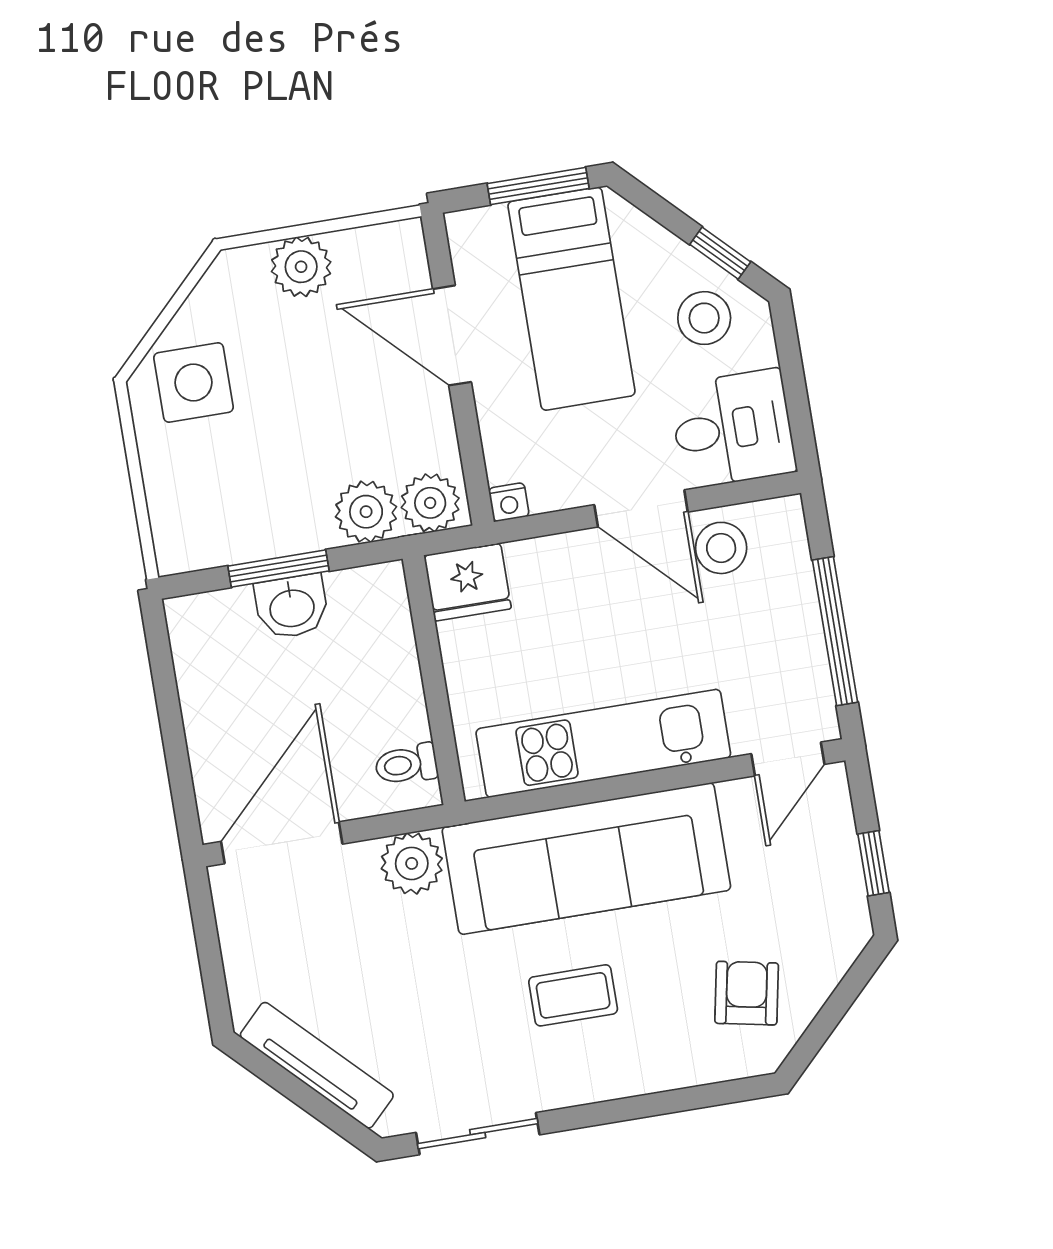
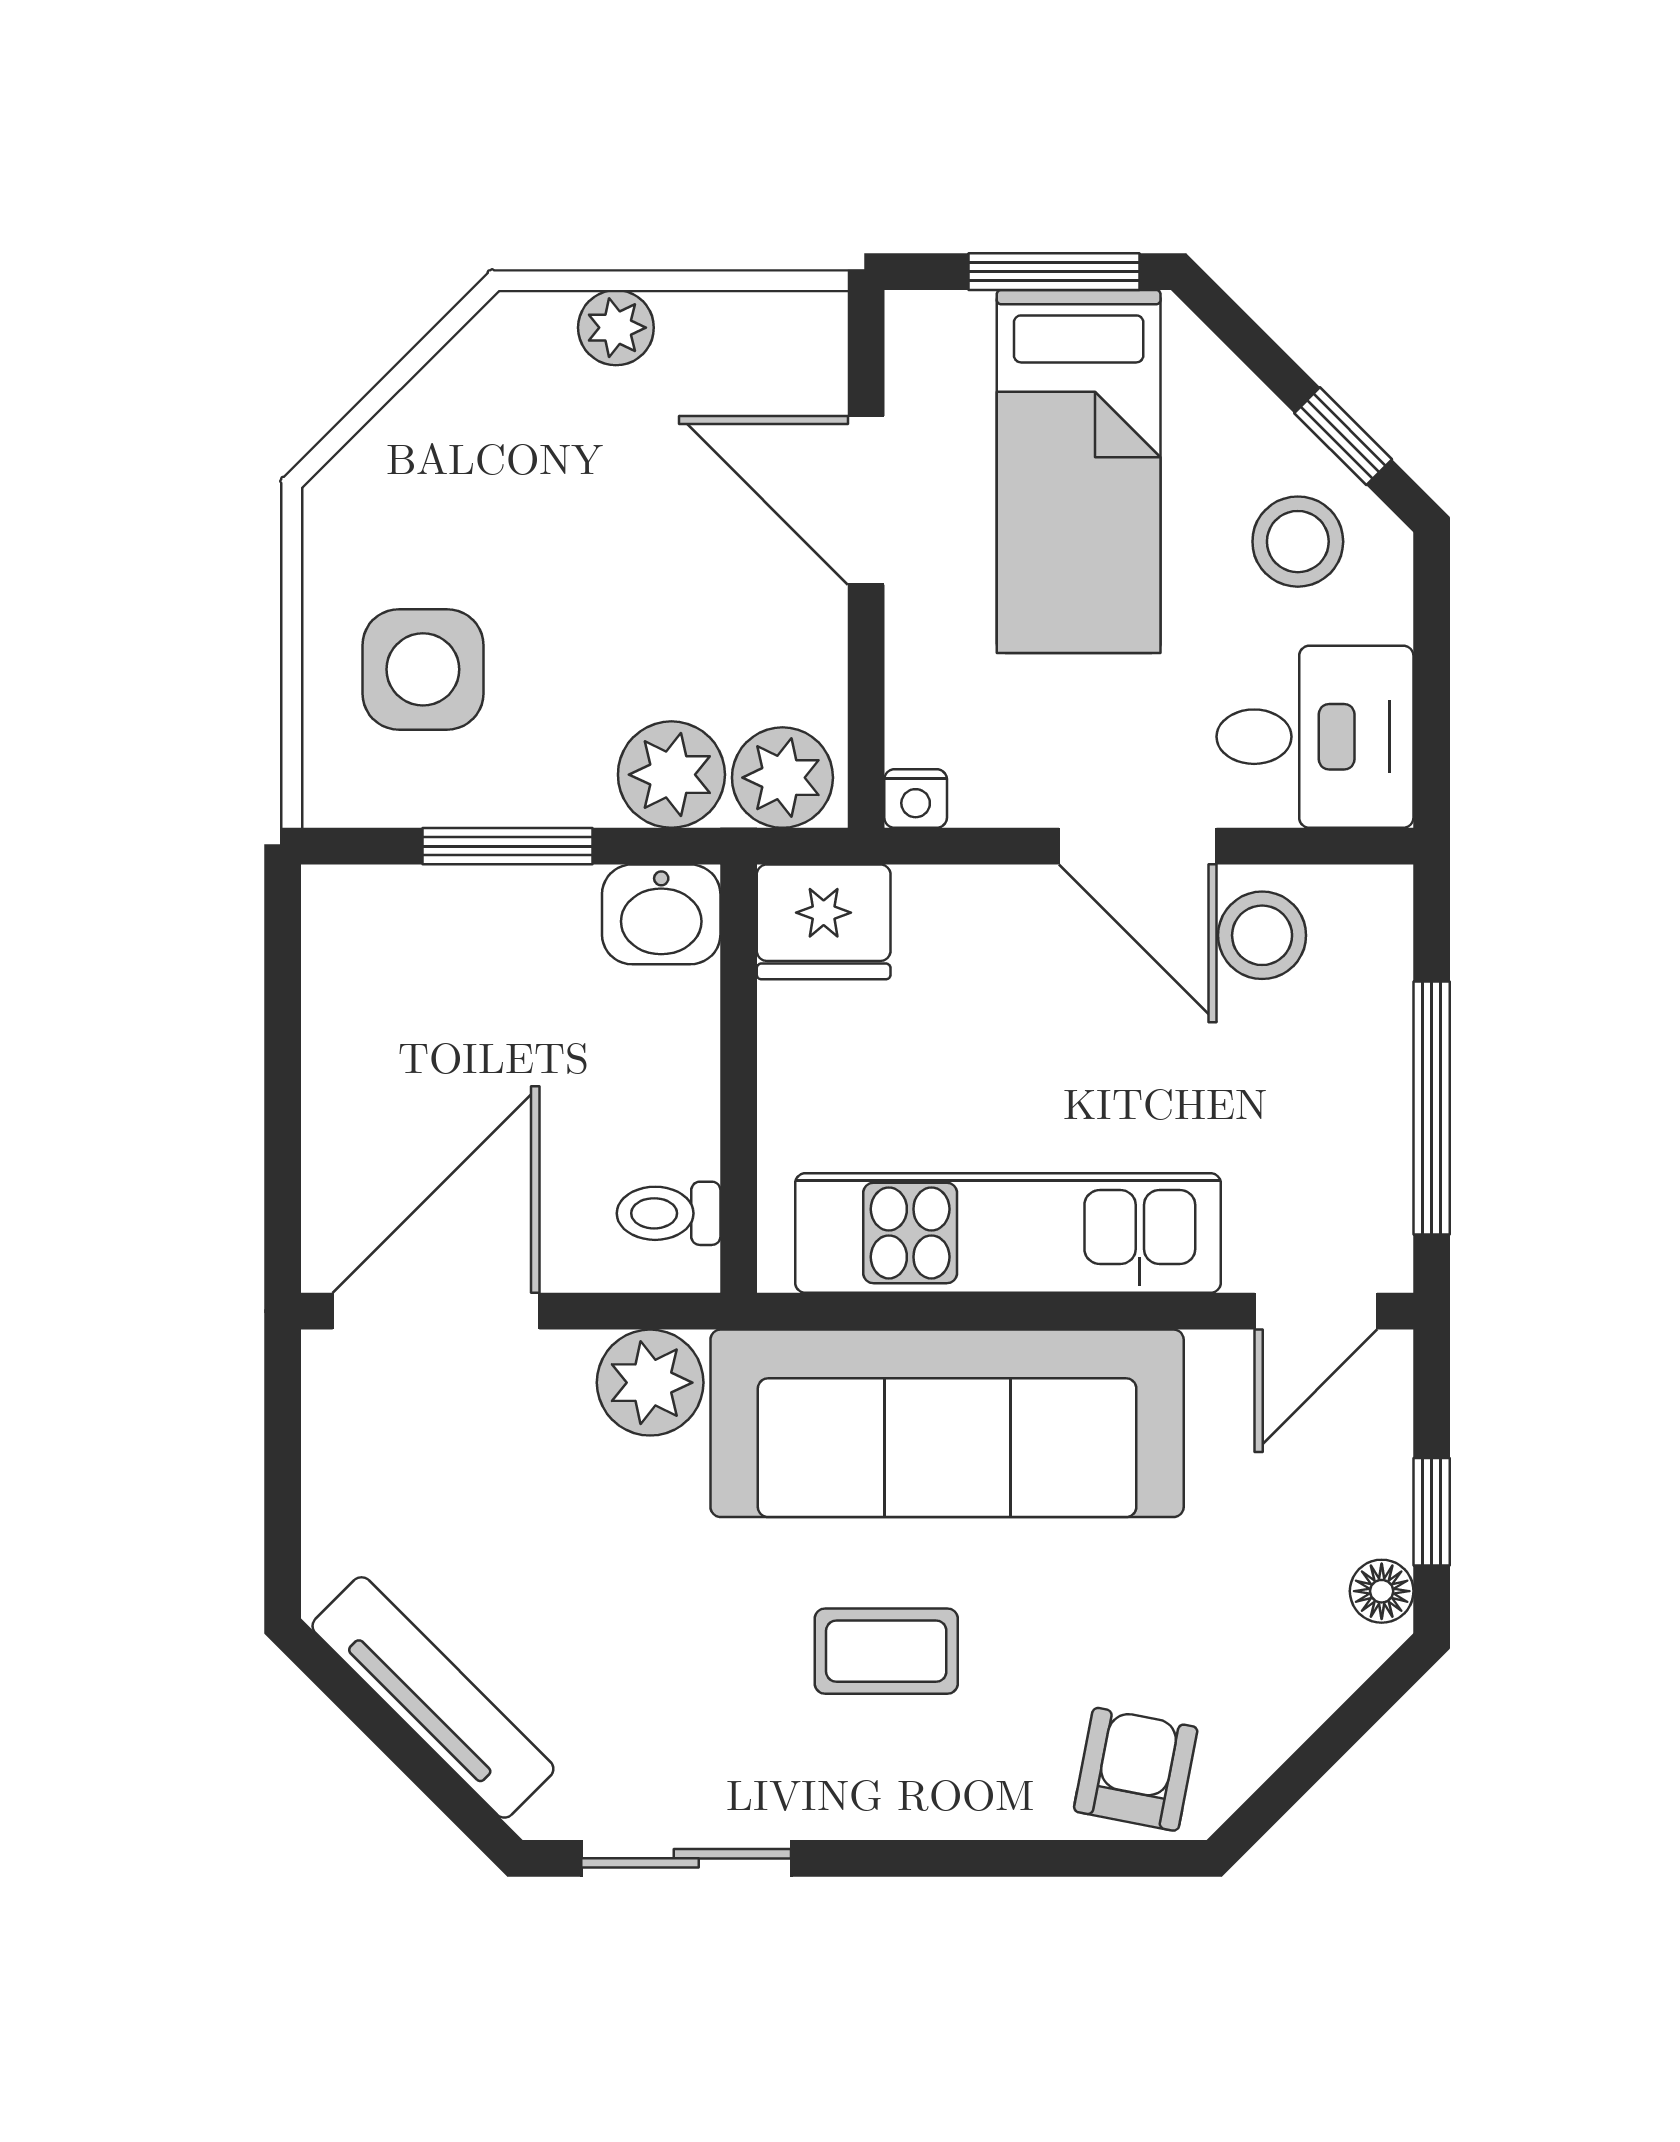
plant: (301, 267) -> (616, 328), width x0.73, depth x0.73
side table: (193, 382) -> (423, 669), moved
washbasin: (292, 607) -> (661, 914), moved
floor lamp: (852, 914) -> (1382, 1591), added
armchair: (747, 993) -> (1136, 1769), moved

